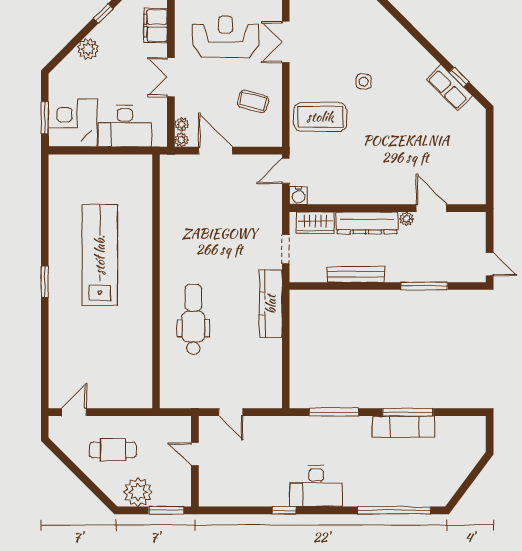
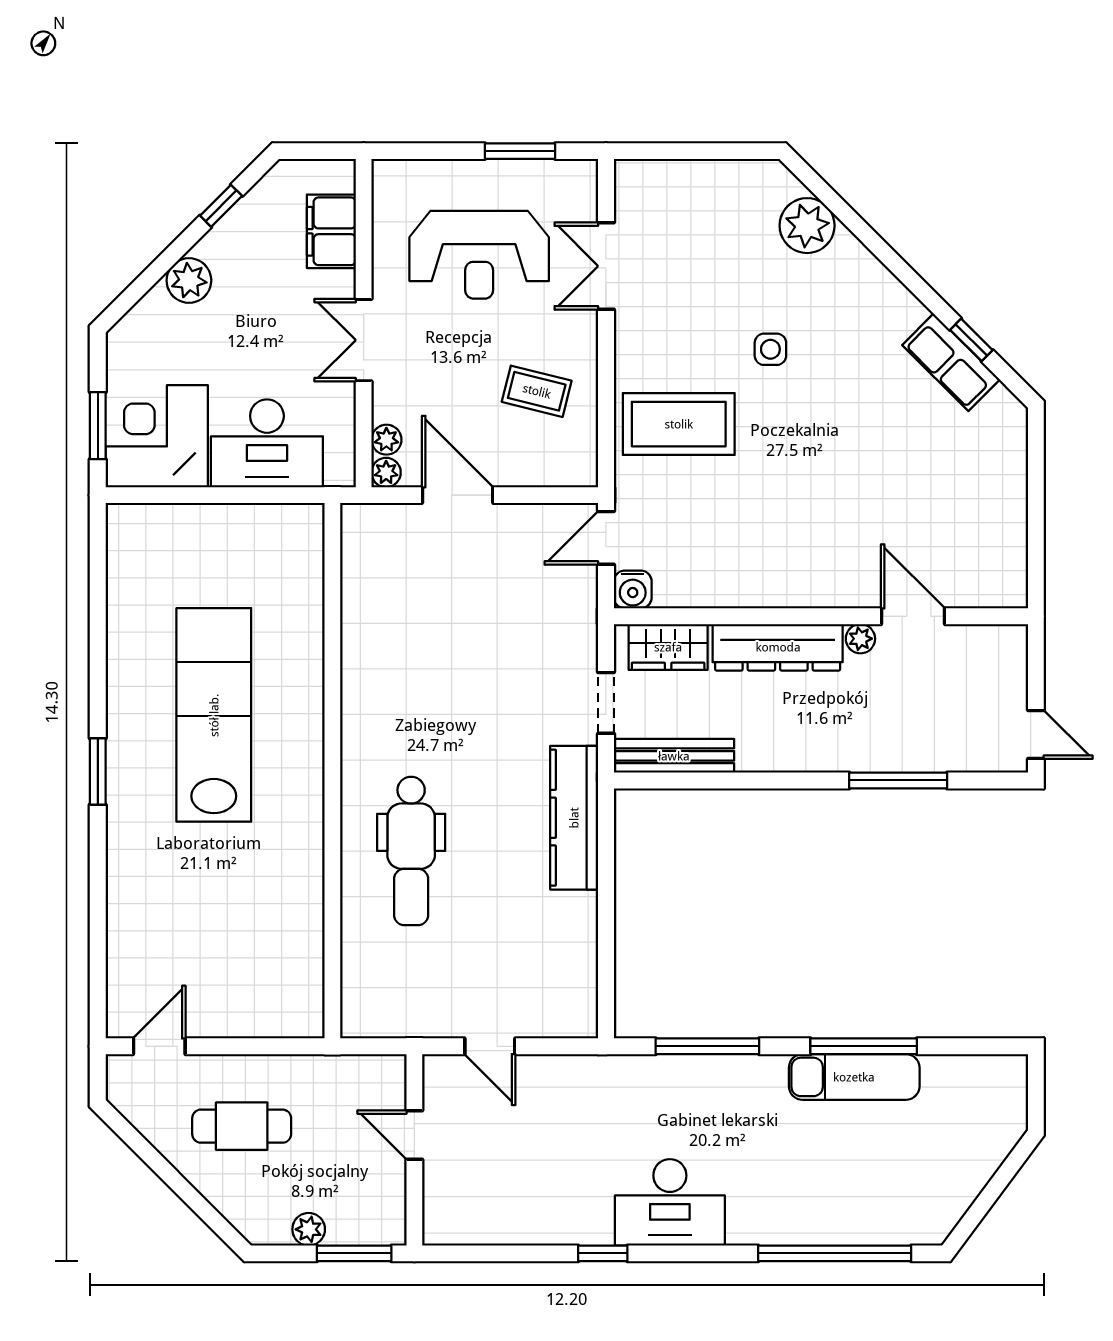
plant: (381, 23) -> (807, 226), added
reception desk: (226, 37) -> (479, 255), turned 180
bench: (356, 274) -> (674, 756), moved
dental chair: (193, 319) -> (411, 851), turned 180
plant: (138, 492) -> (309, 1229), width x0.53, depth x0.53

